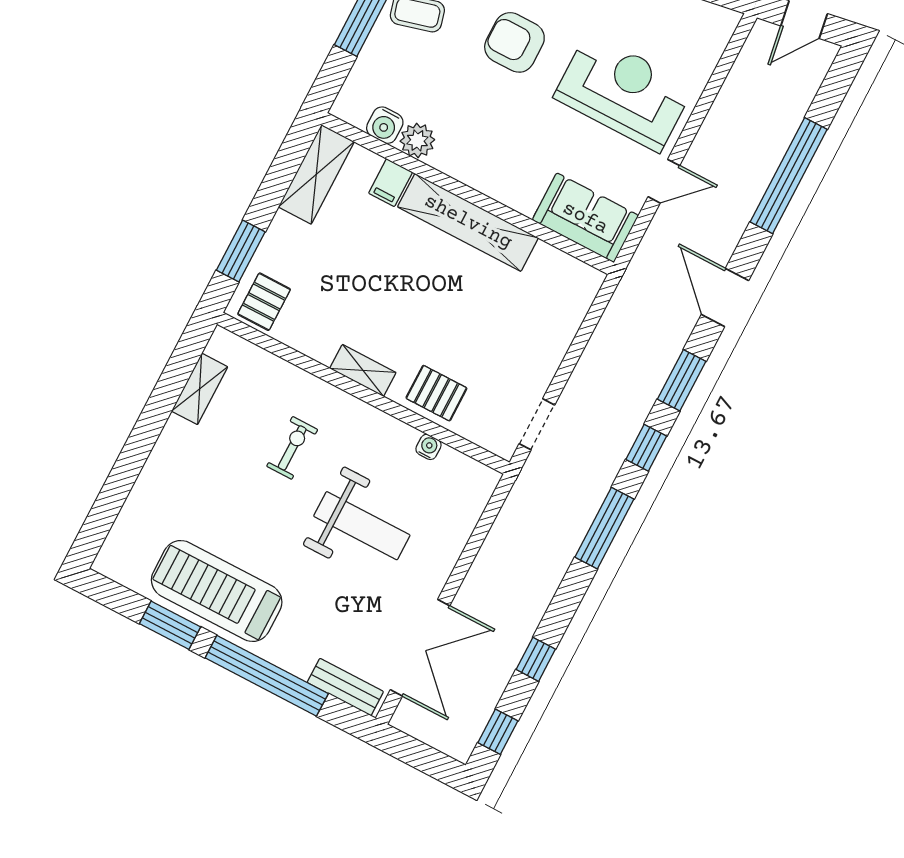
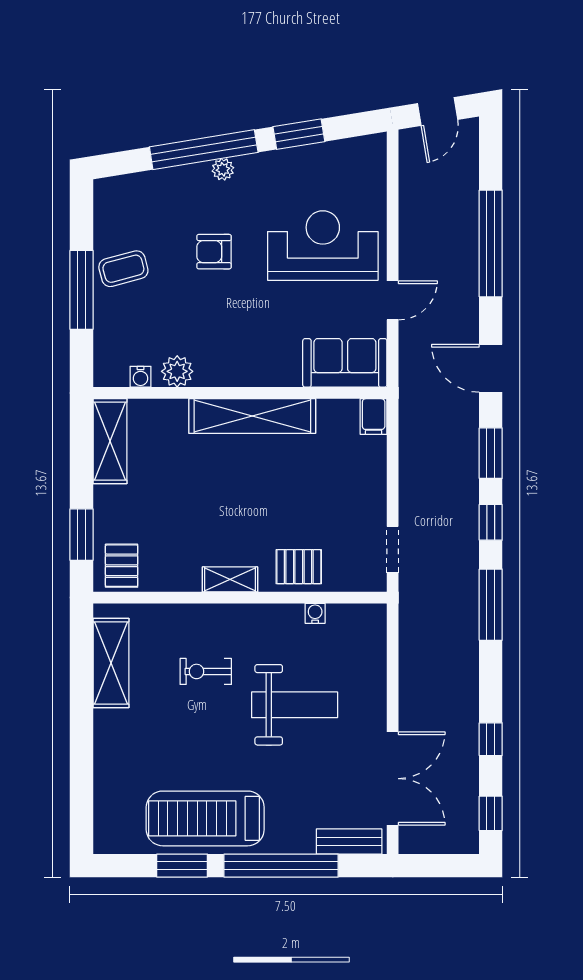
armchair: (514, 42) -> (214, 252), width x0.72, depth x0.72
water cooler: (385, 125) -> (141, 377), width x0.72, depth x0.72
filing cabinet: (391, 183) -> (374, 417), moved
shelving: (200, 389) -> (111, 663), width x1.50, depth x1.33
exercise bike: (292, 448) -> (206, 671), turned -90

